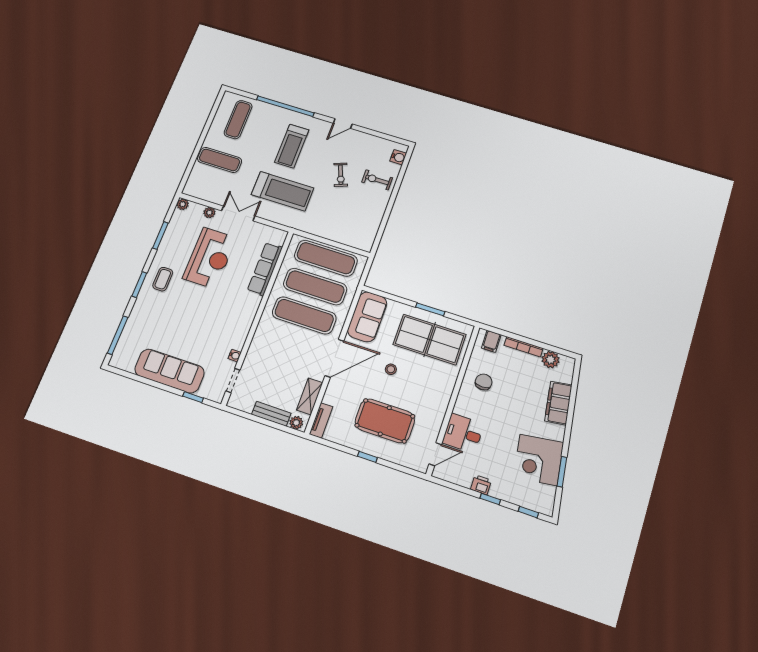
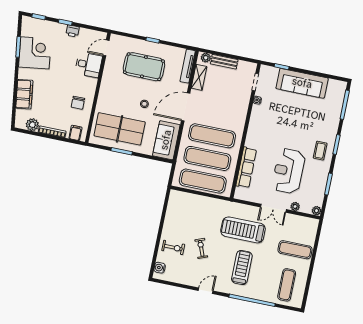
tv unit: (321, 420) -> (188, 66), width x1.41

